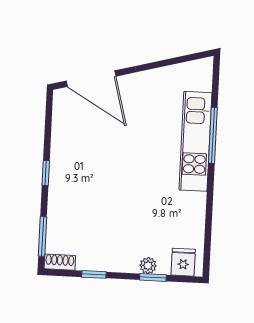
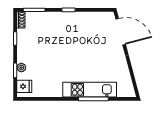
door: (91, 79) -> (121, 32), swing flipped

